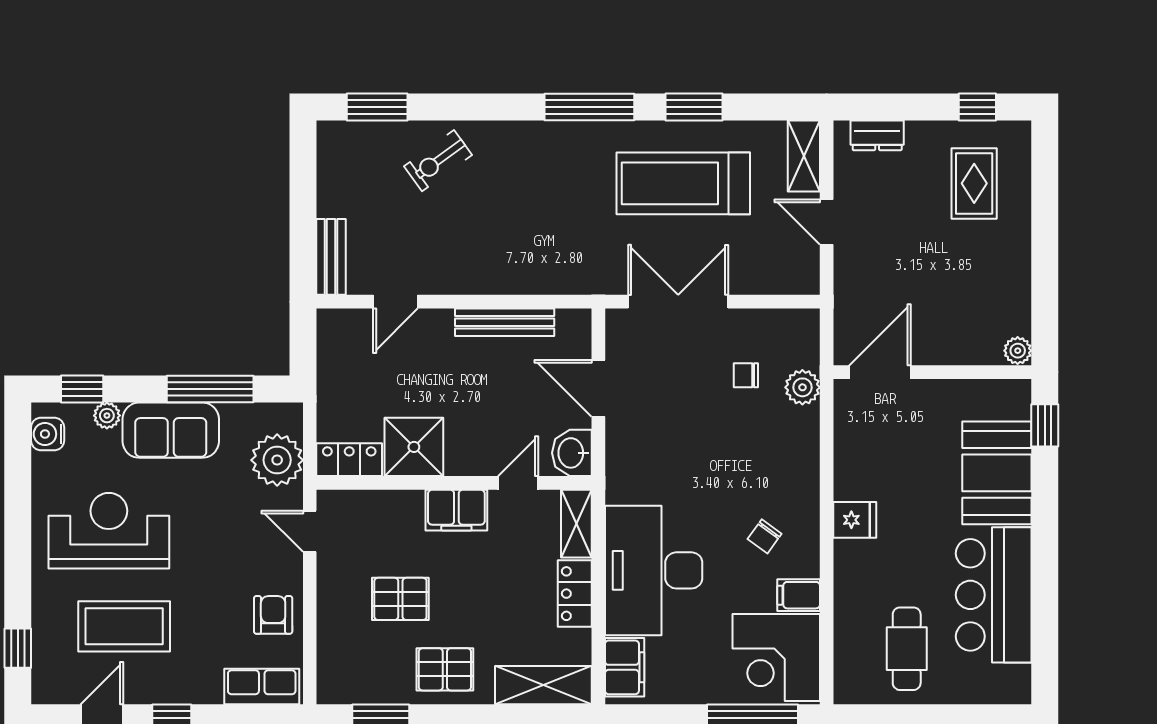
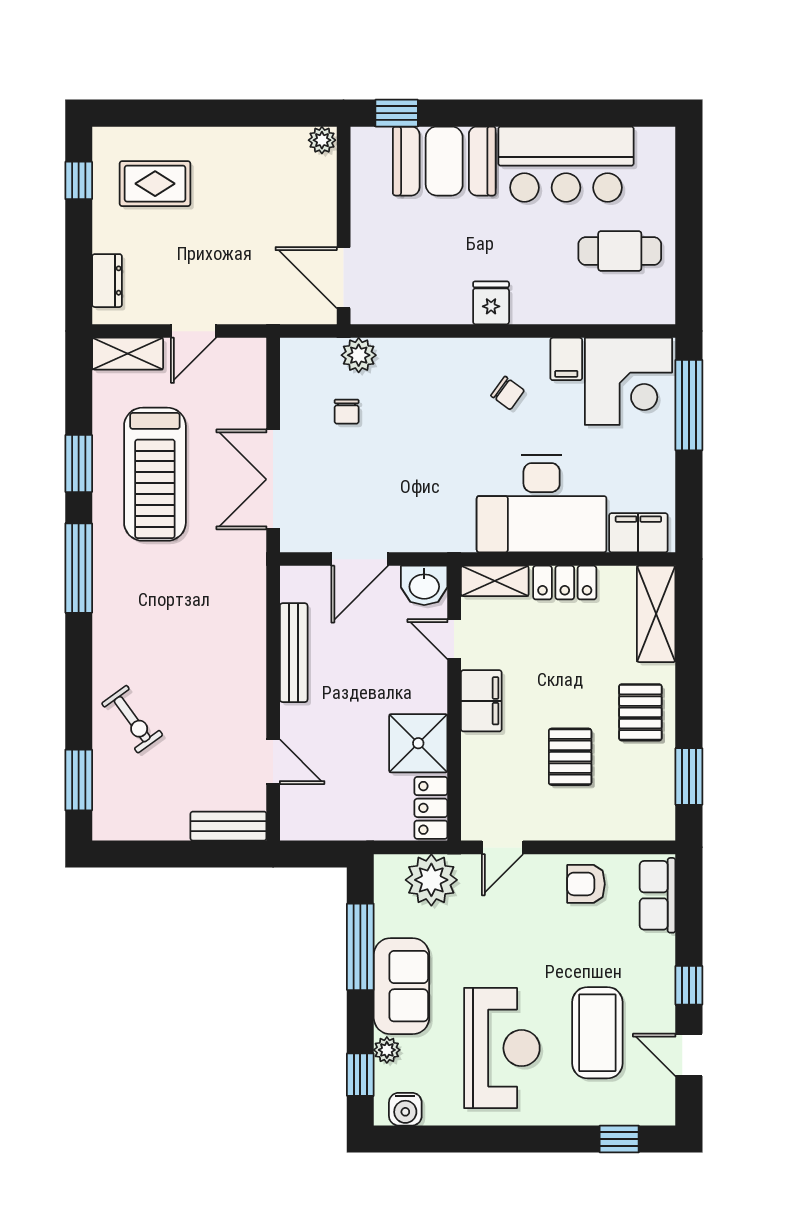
reception desk: (109, 531) -> (502, 1048), turned 180

